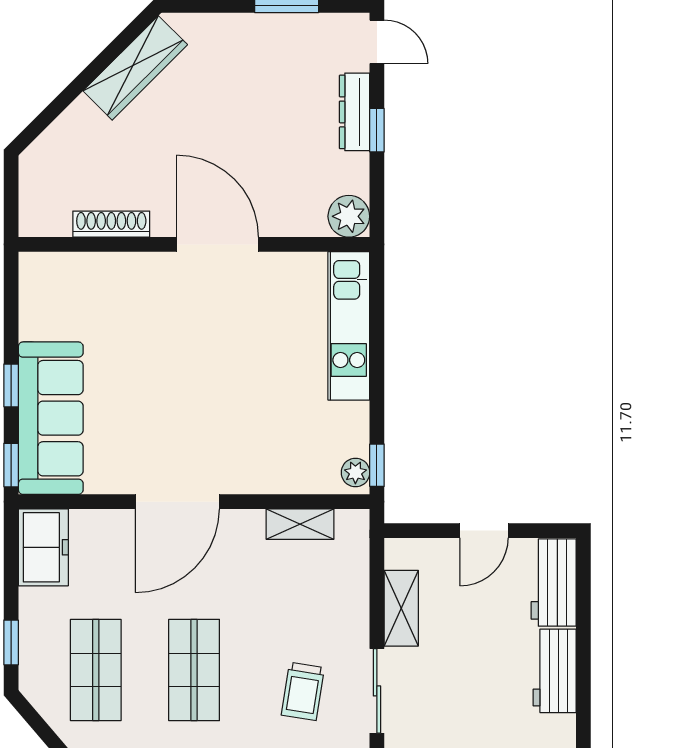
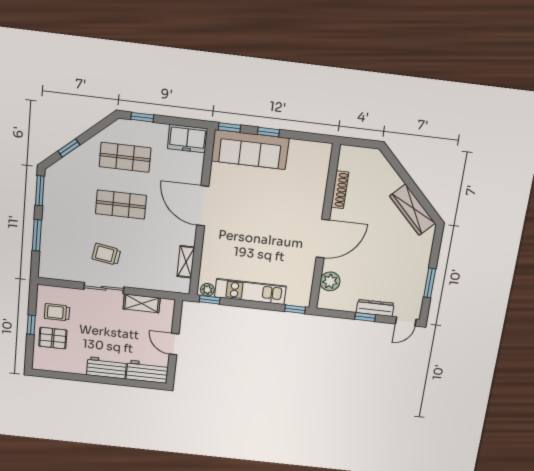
plant: (349, 216) -> (330, 281), moved
window: (377, 282) -> (295, 309), added
kitchen unit: (349, 326) -> (250, 292), moved

